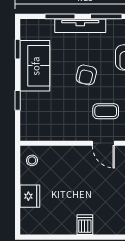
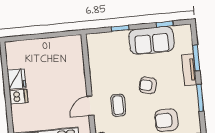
tv unit: (80, 26) -> (189, 70), width x0.71
stool: (32, 160) -> (70, 46), removed
fridge: (30, 196) -> (17, 79), moved, turned -90

